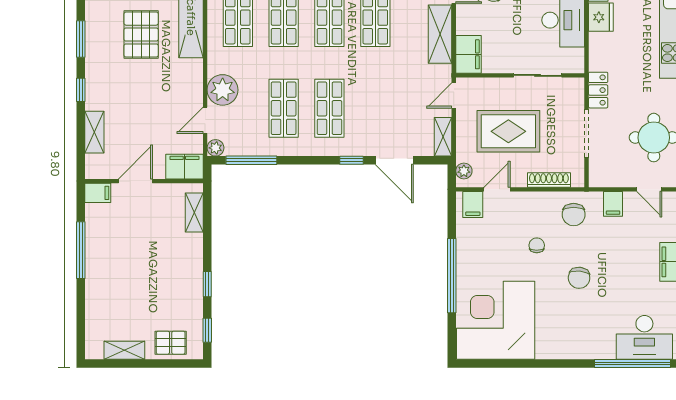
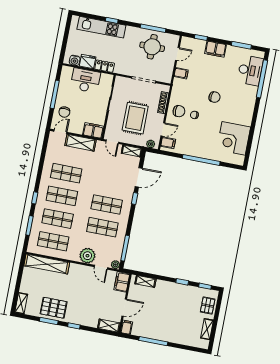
pallet: (141, 35) -> (54, 308), moved
locker: (598, 90) -> (105, 66), moved
shelving: (94, 132) -> (109, 326), moved
door: (135, 181) -> (124, 308), swing flipped
door: (497, 189) -> (163, 129), swing flipped
chair: (574, 215) -> (179, 111), moved
corner desk: (496, 320) -> (234, 138), width x0.74, depth x0.74

